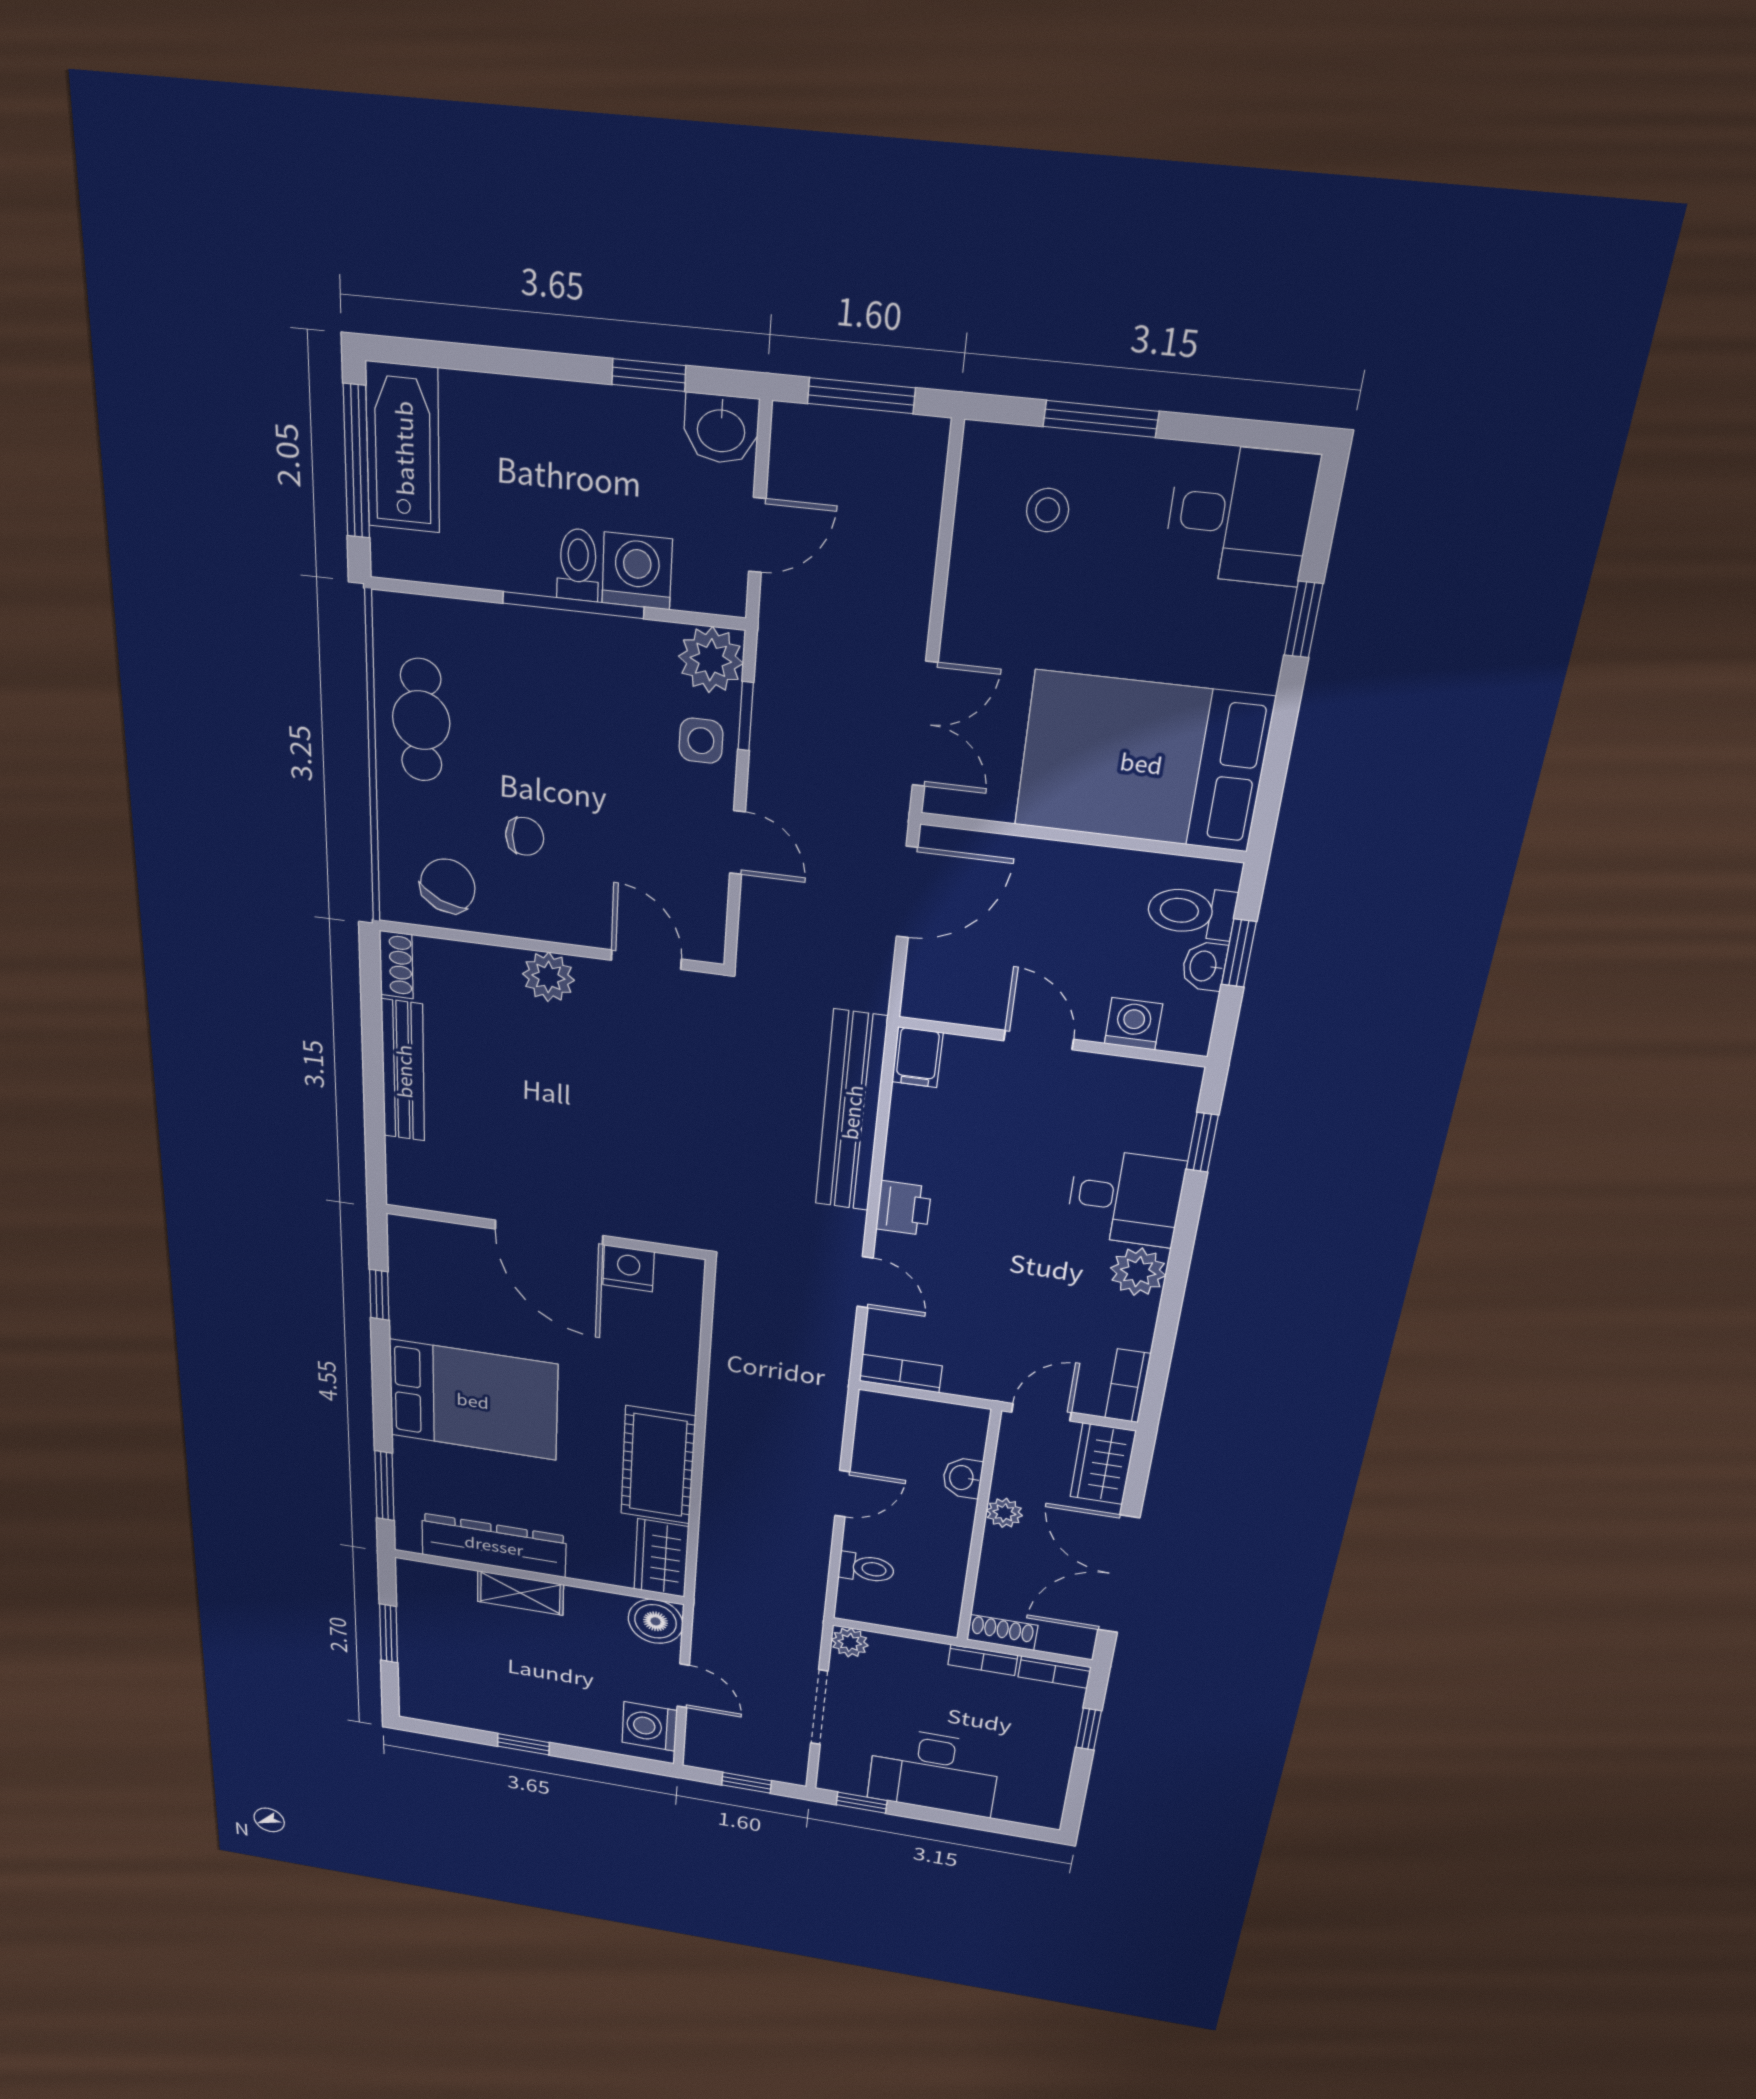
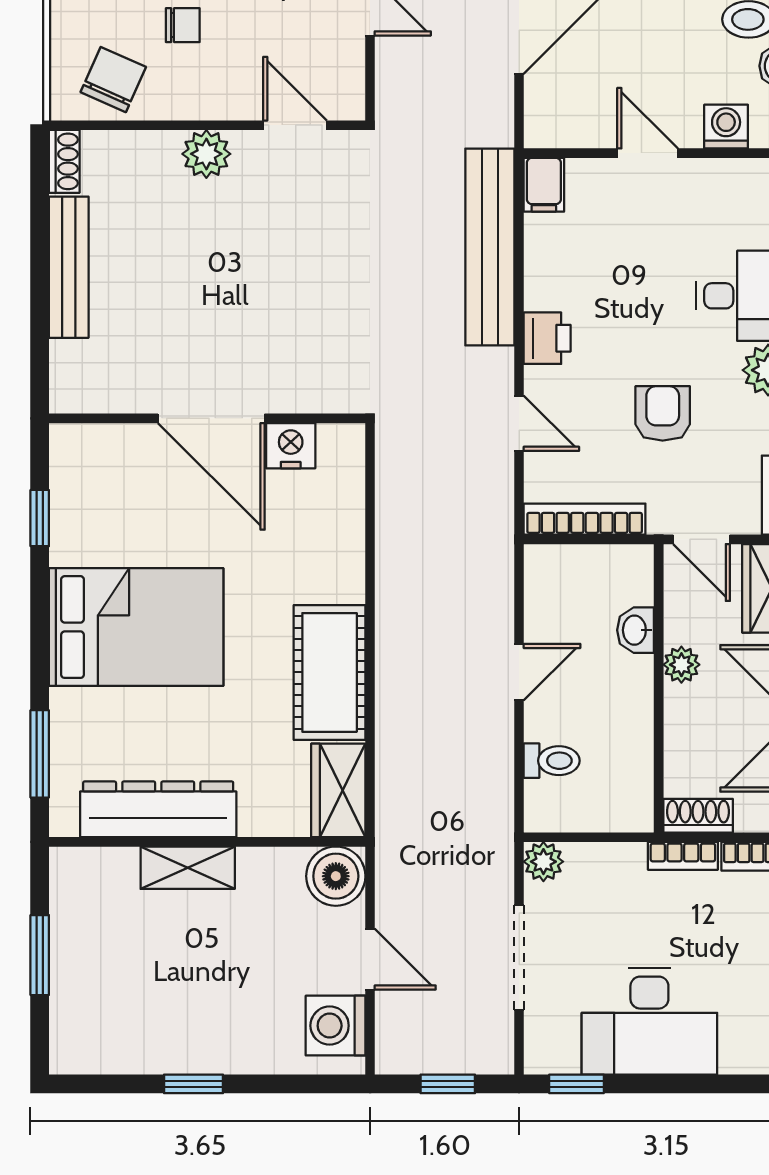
armchair: (1018, 1295) -> (663, 413), added
bookcase: (901, 1374) -> (585, 519), width x1.56
door: (1041, 1412) -> (702, 539), swing flipped

